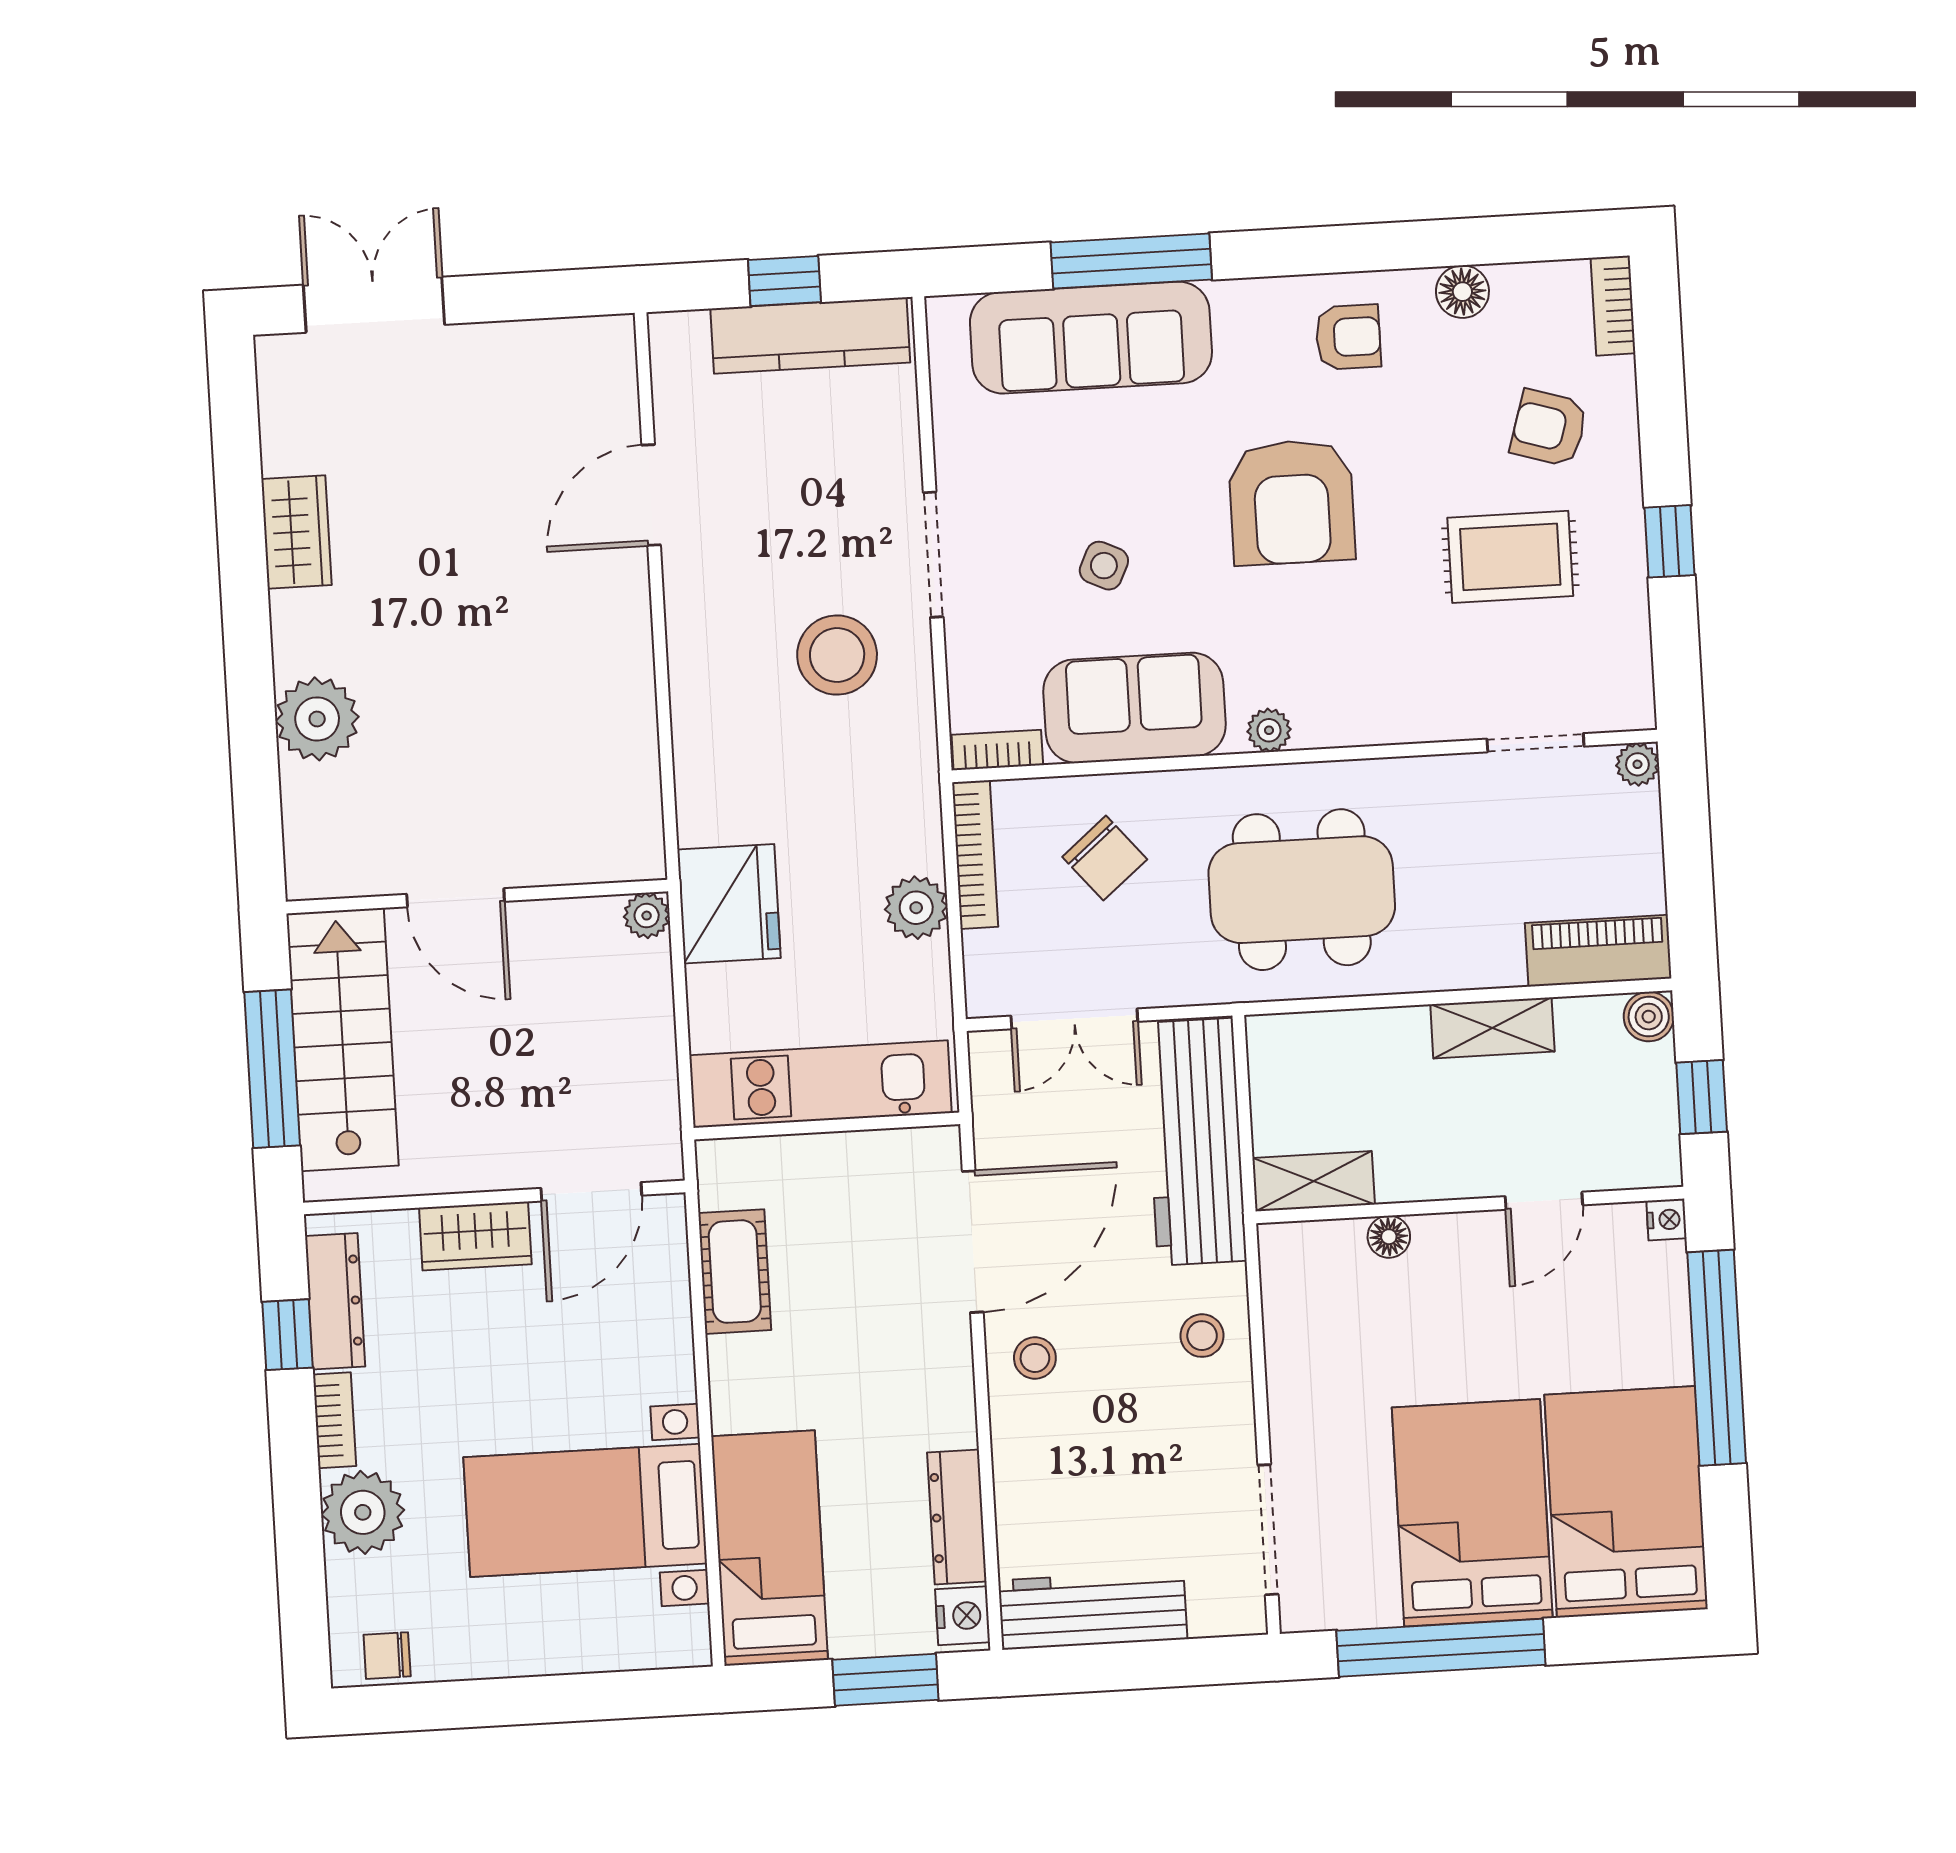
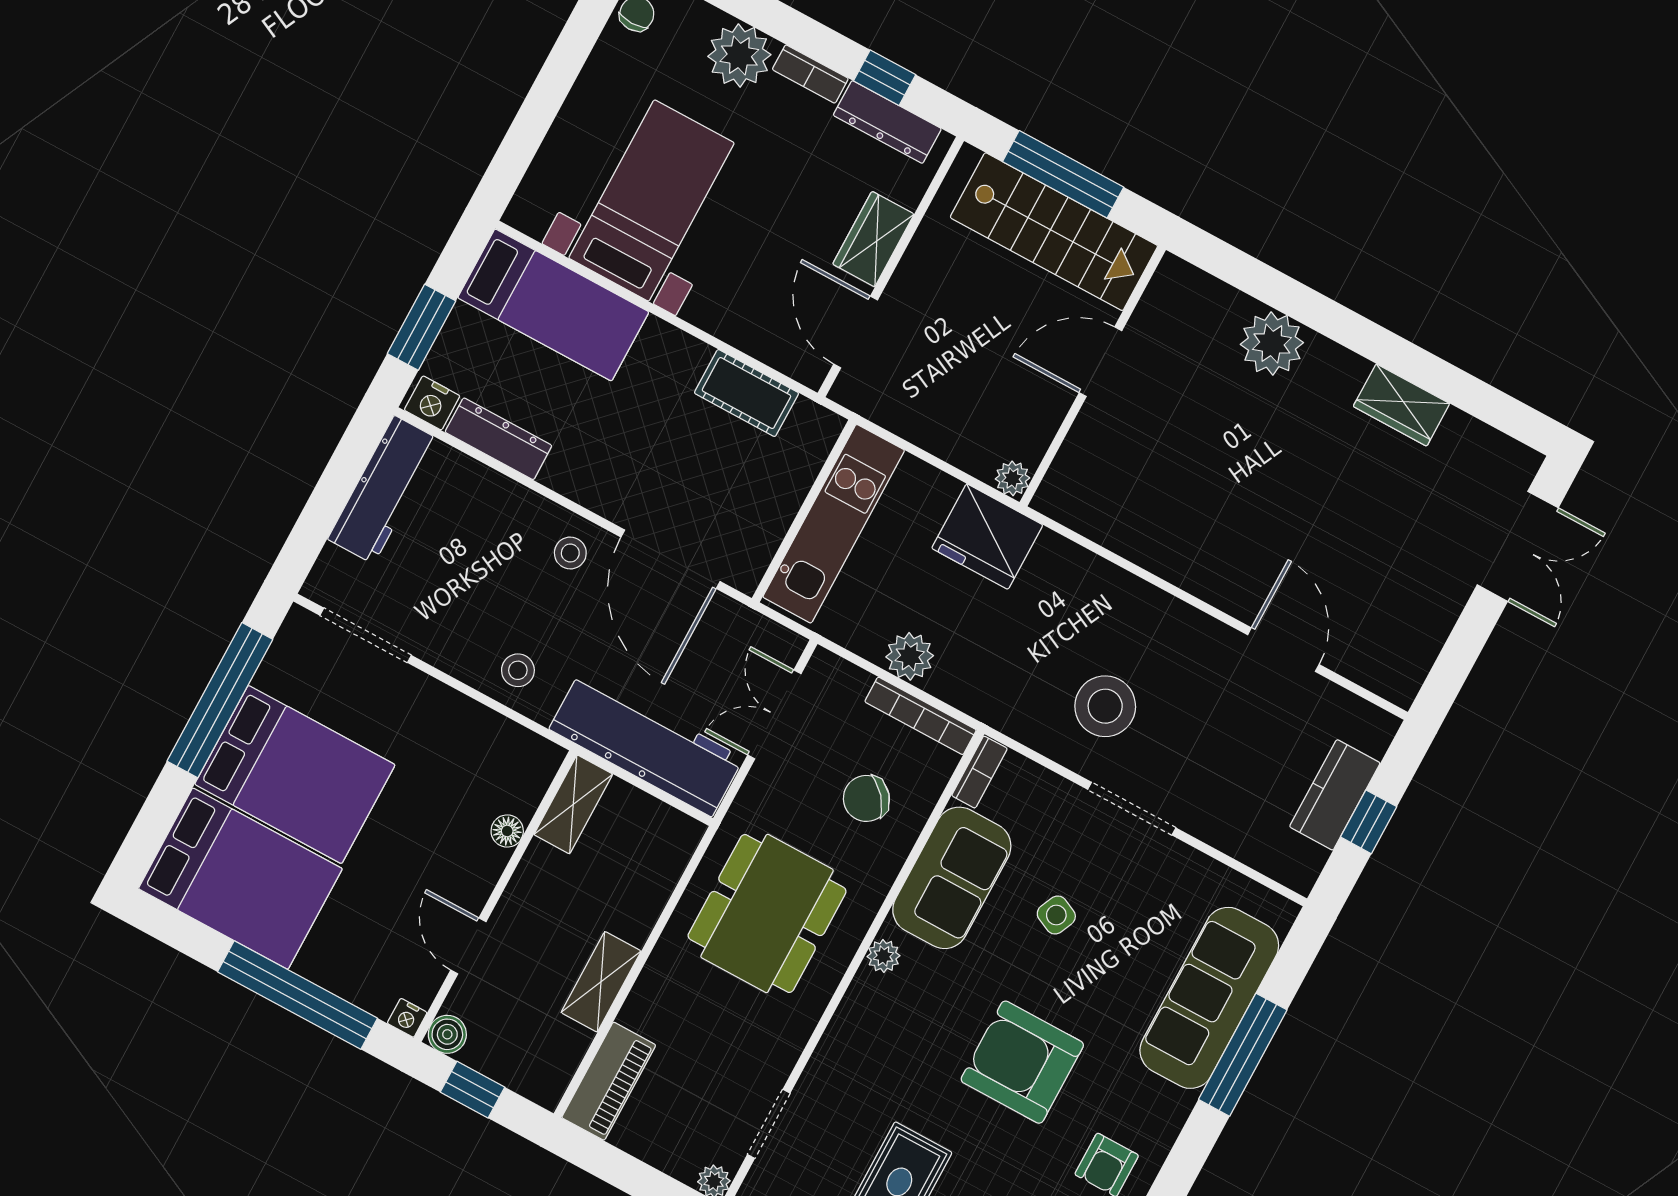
kitchen counter: (810, 336) -> (1335, 795), width x0.67
boiler: (1649, 1017) -> (447, 1034), moved

